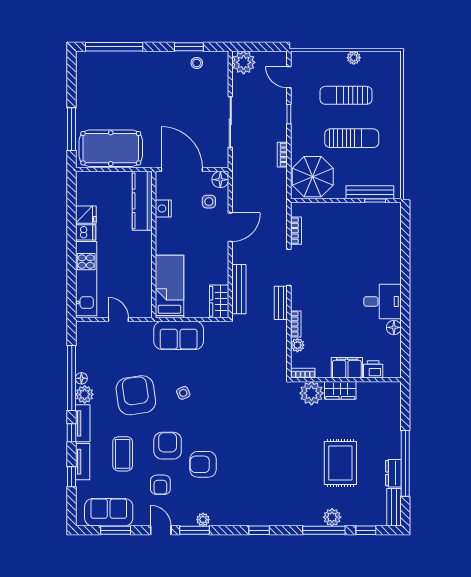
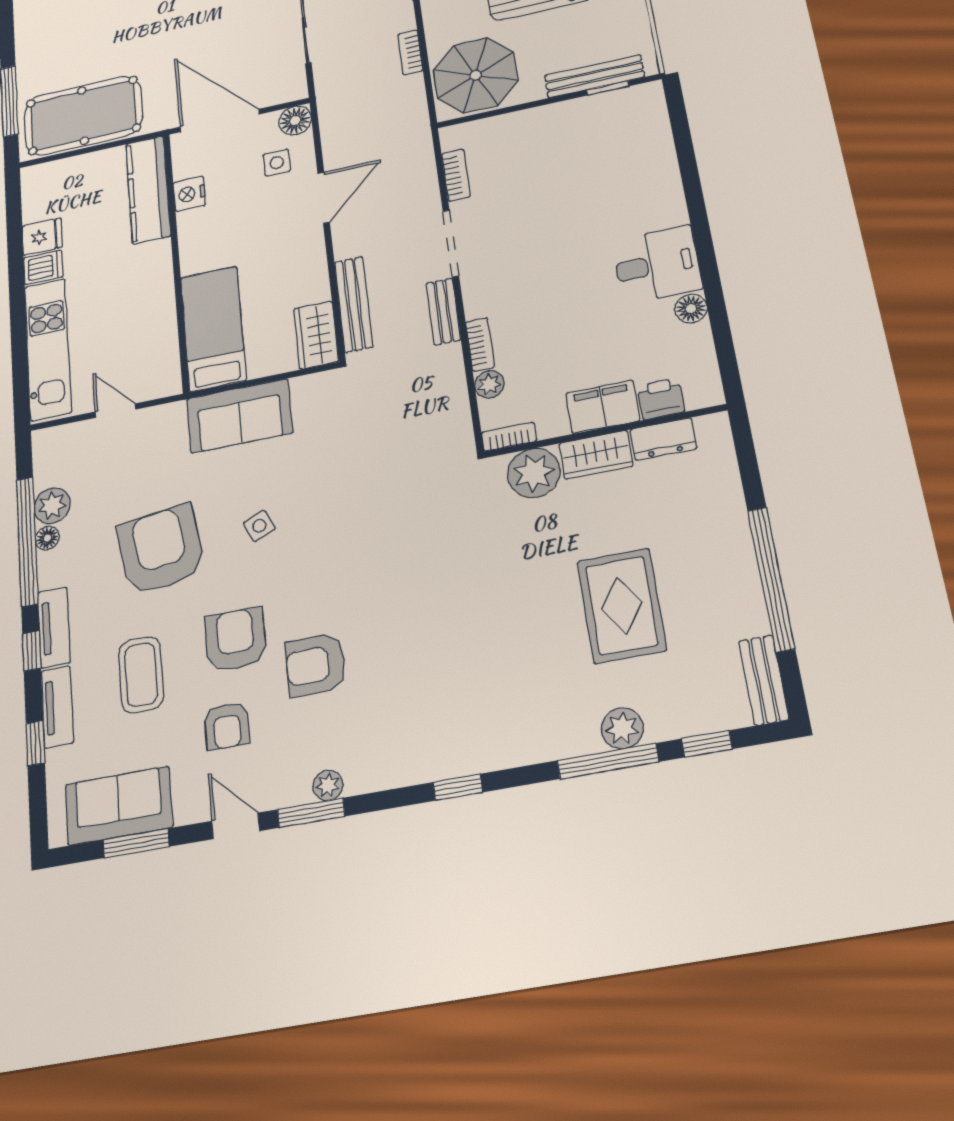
plant: (85, 394) -> (52, 506), moved
dresser: (393, 473) -> (663, 439), moved, turned -90

